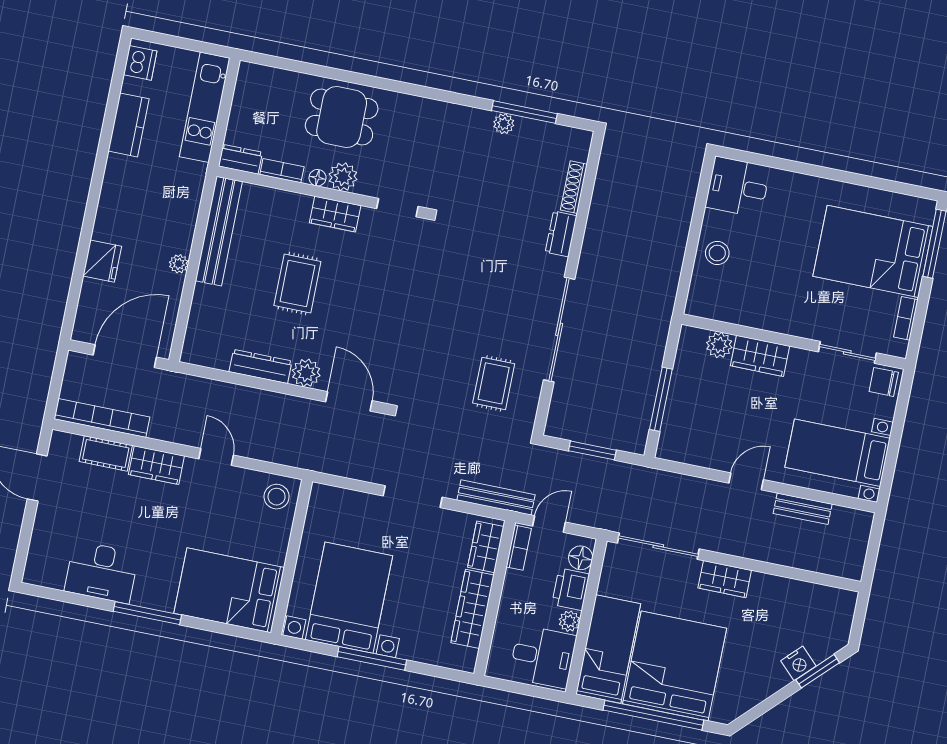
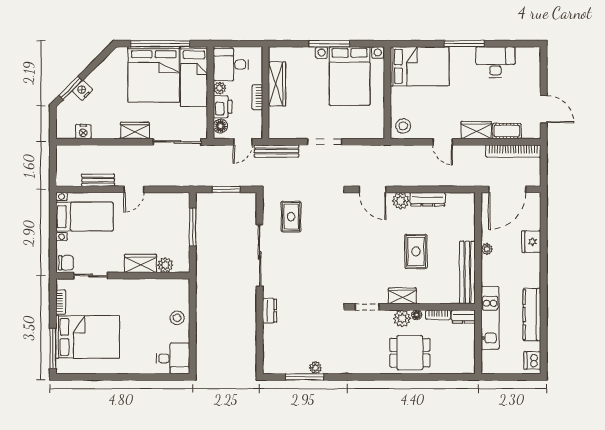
kitchen unit: (205, 107) -> (490, 318), moved
kitchen counter: (129, 125) -> (532, 315), width x1.50
shoe rack: (574, 187) -> (268, 339), removed
wardrobe: (486, 547) -> (277, 121), removed
bookcase: (519, 548) -> (257, 97), moved
nightstand: (811, 595) -> (83, 132), added

